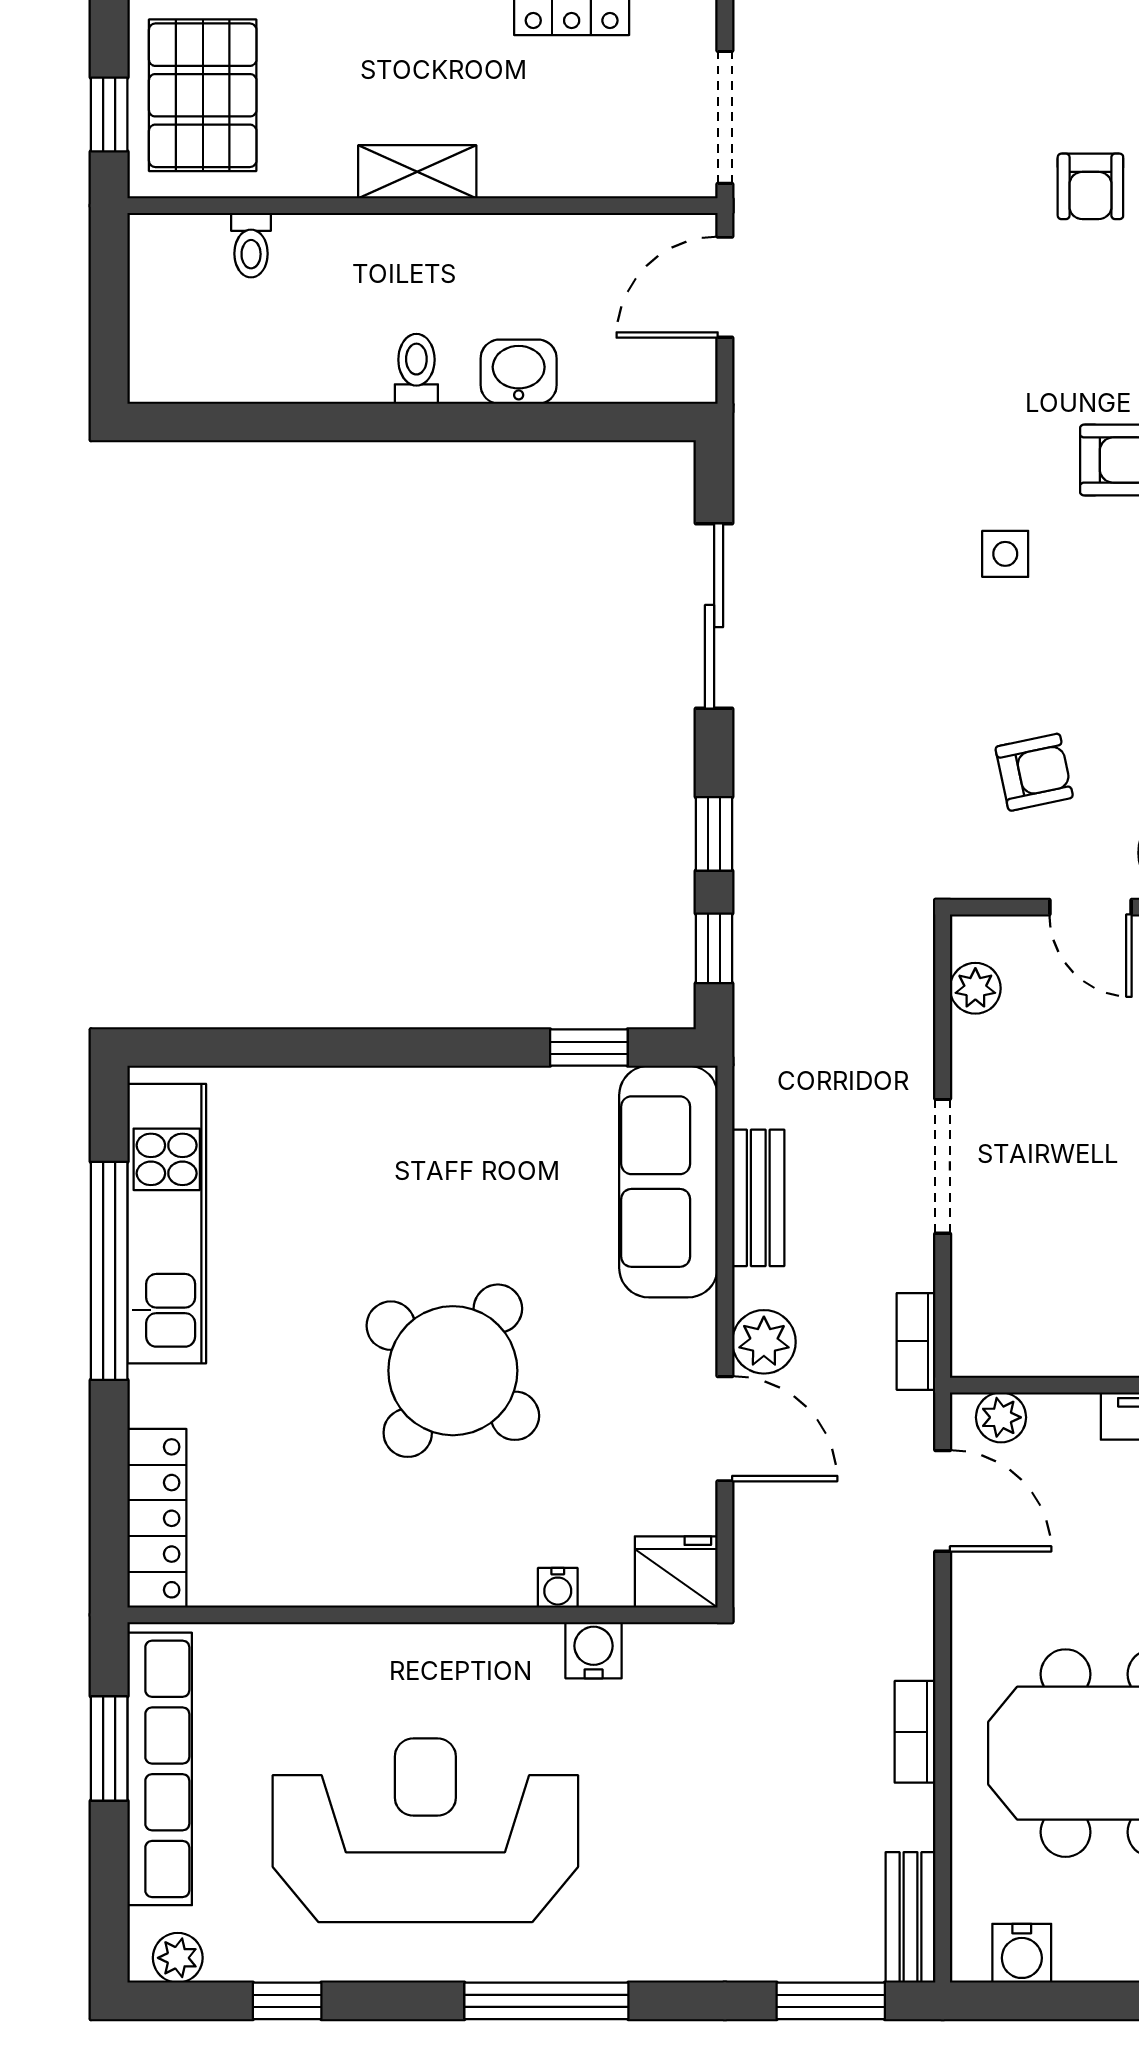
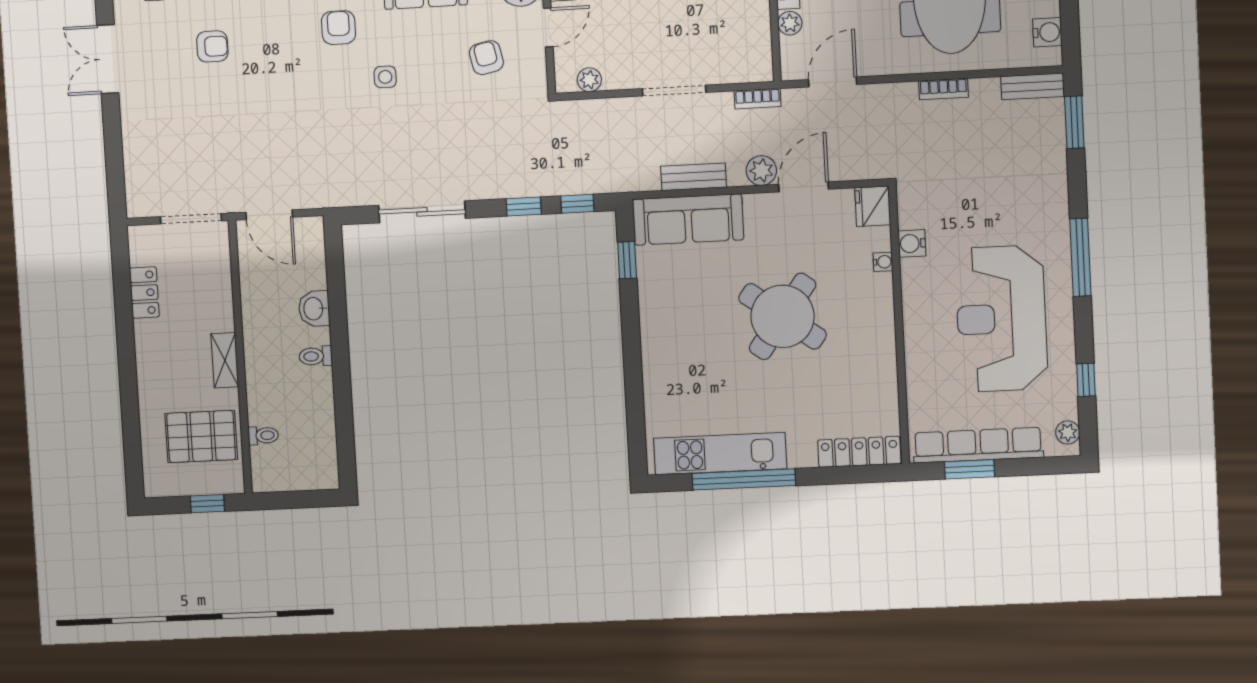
pallet: (203, 95) -> (201, 436), moved
plant: (1001, 1417) -> (790, 23), moved

